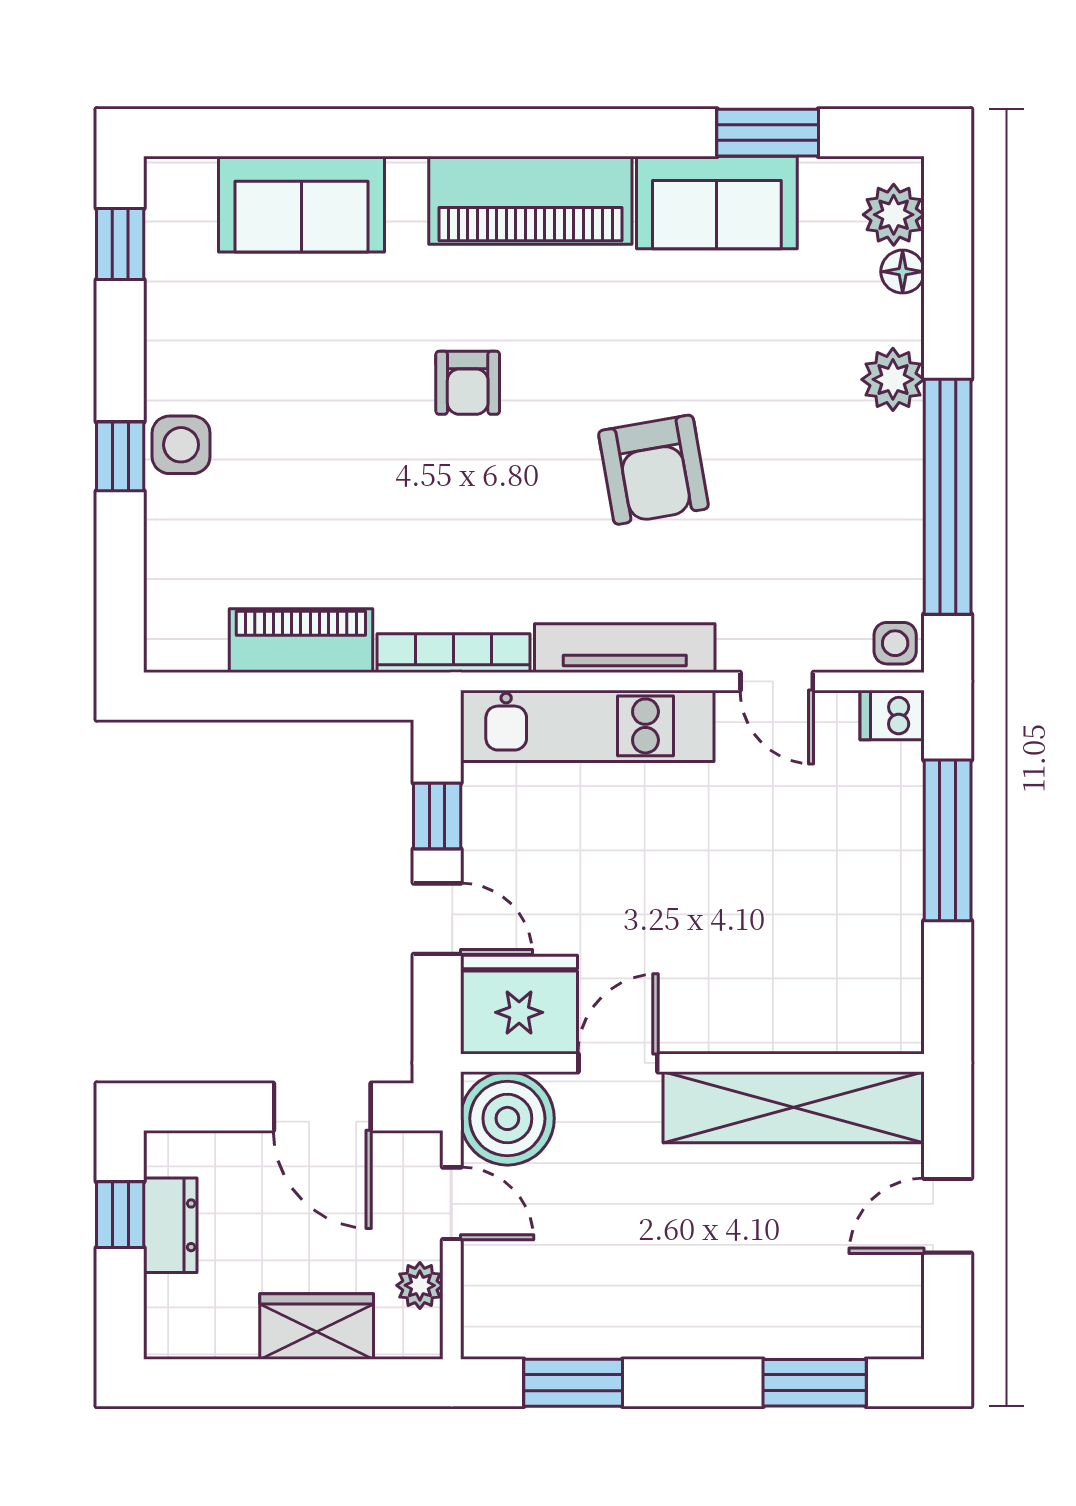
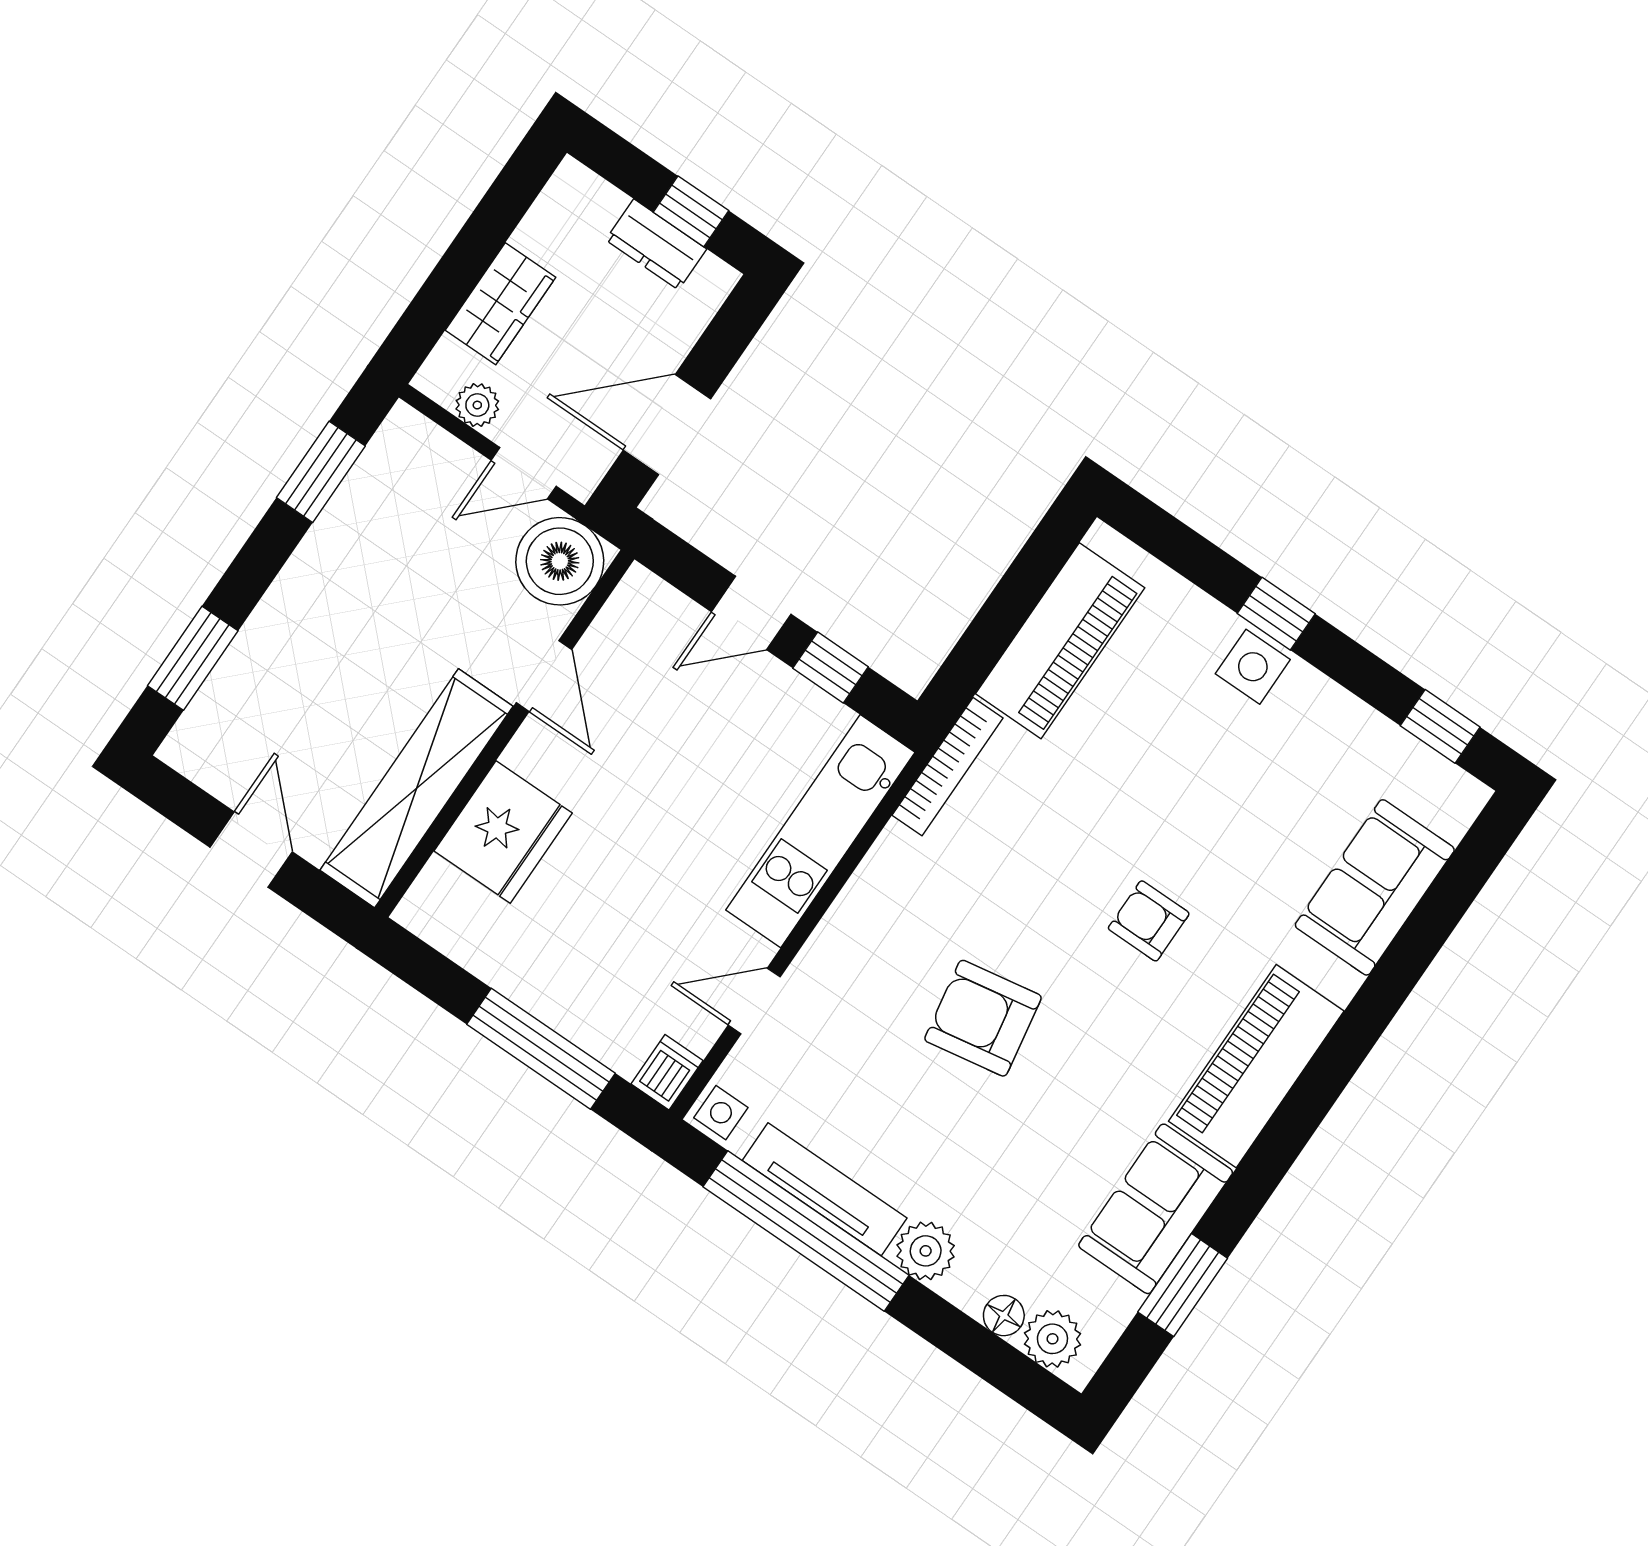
piano: (301, 641) -> (1060, 641), width x1.37, depth x1.33
tv unit: (625, 648) -> (825, 1189), moved, turned -90
fridge: (519, 1005) -> (503, 832), moved

